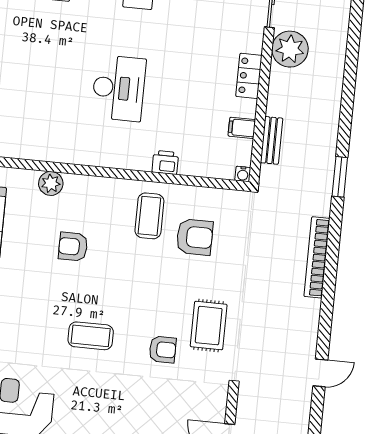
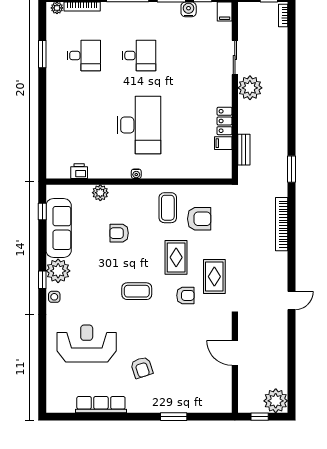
locker: (249, 76) -> (224, 121), moved
desk: (119, 88) -> (139, 125), width x1.36, depth x1.30
printer: (165, 162) -> (79, 171), moved
water cooler: (243, 174) -> (136, 174), moved
rug: (154, 291) -> (176, 257), added

